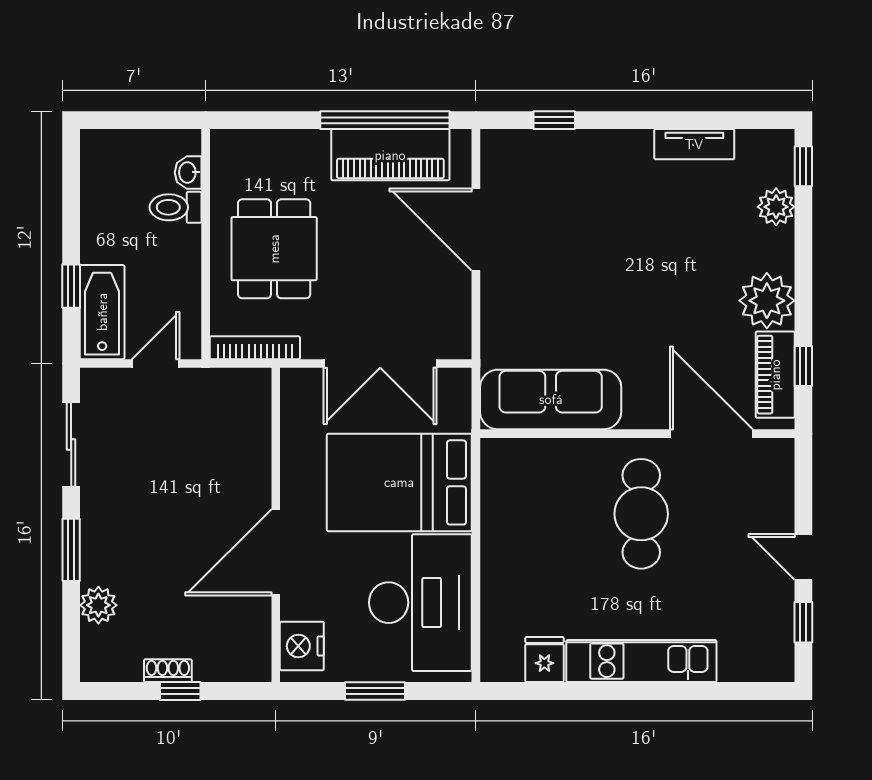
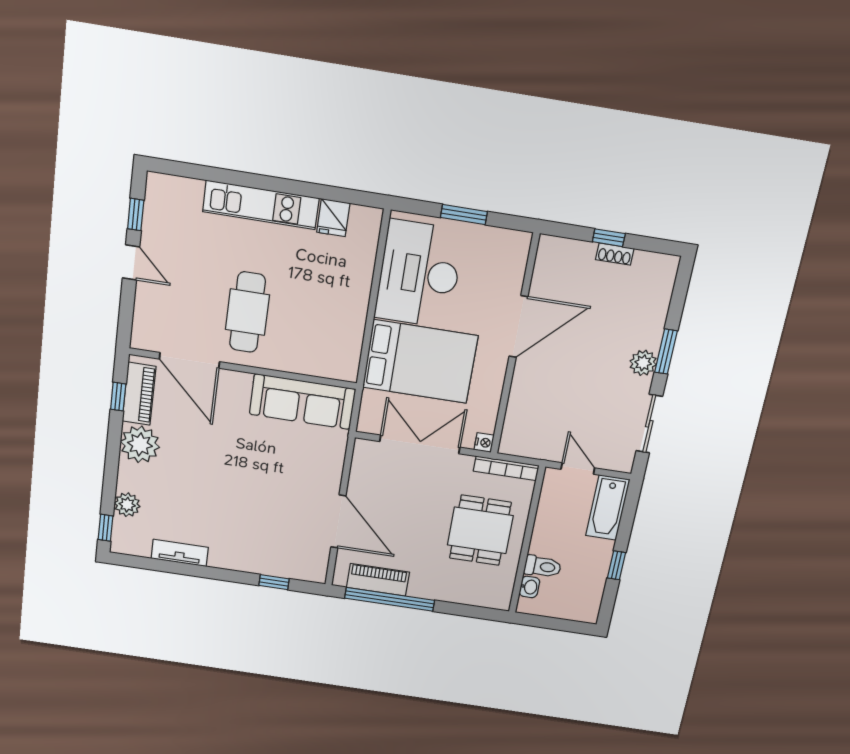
piano: (390, 155) -> (378, 580), width x0.73, depth x0.75
window: (71, 286) -> (616, 565), moved
door: (156, 363) -> (578, 469), swing flipped
plant: (98, 605) -> (643, 363), moved
nightstand: (302, 646) -> (484, 443), moved, width x0.53, depth x0.56

